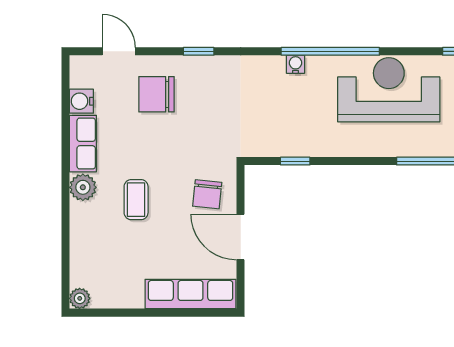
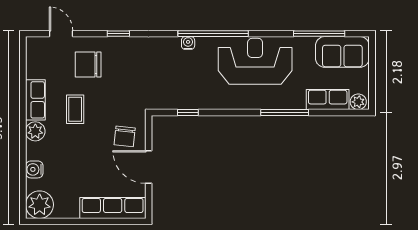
water cooler: (81, 101) -> (34, 169), moved
coffee table: (136, 200) -> (75, 109), moved
plant: (80, 298) -> (40, 205), width x1.88, depth x1.88

